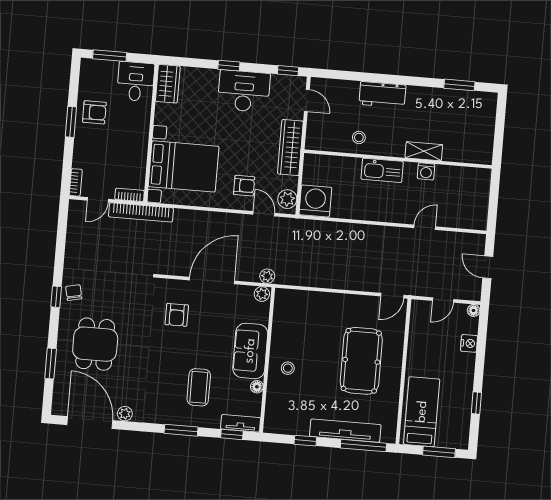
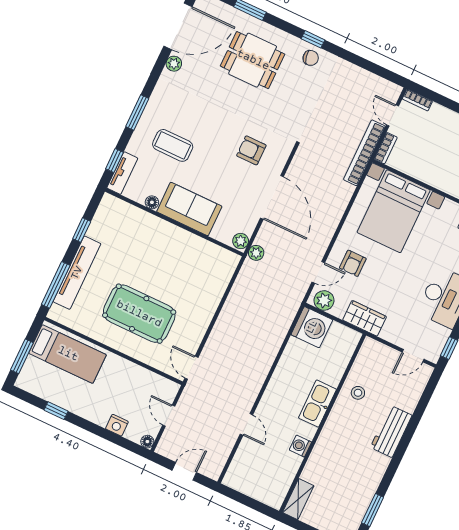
wardrobe: (290, 147) -> (365, 318), width x0.67
shelving: (424, 151) -> (298, 499), moved
stool: (288, 368) -> (159, 239), removed

